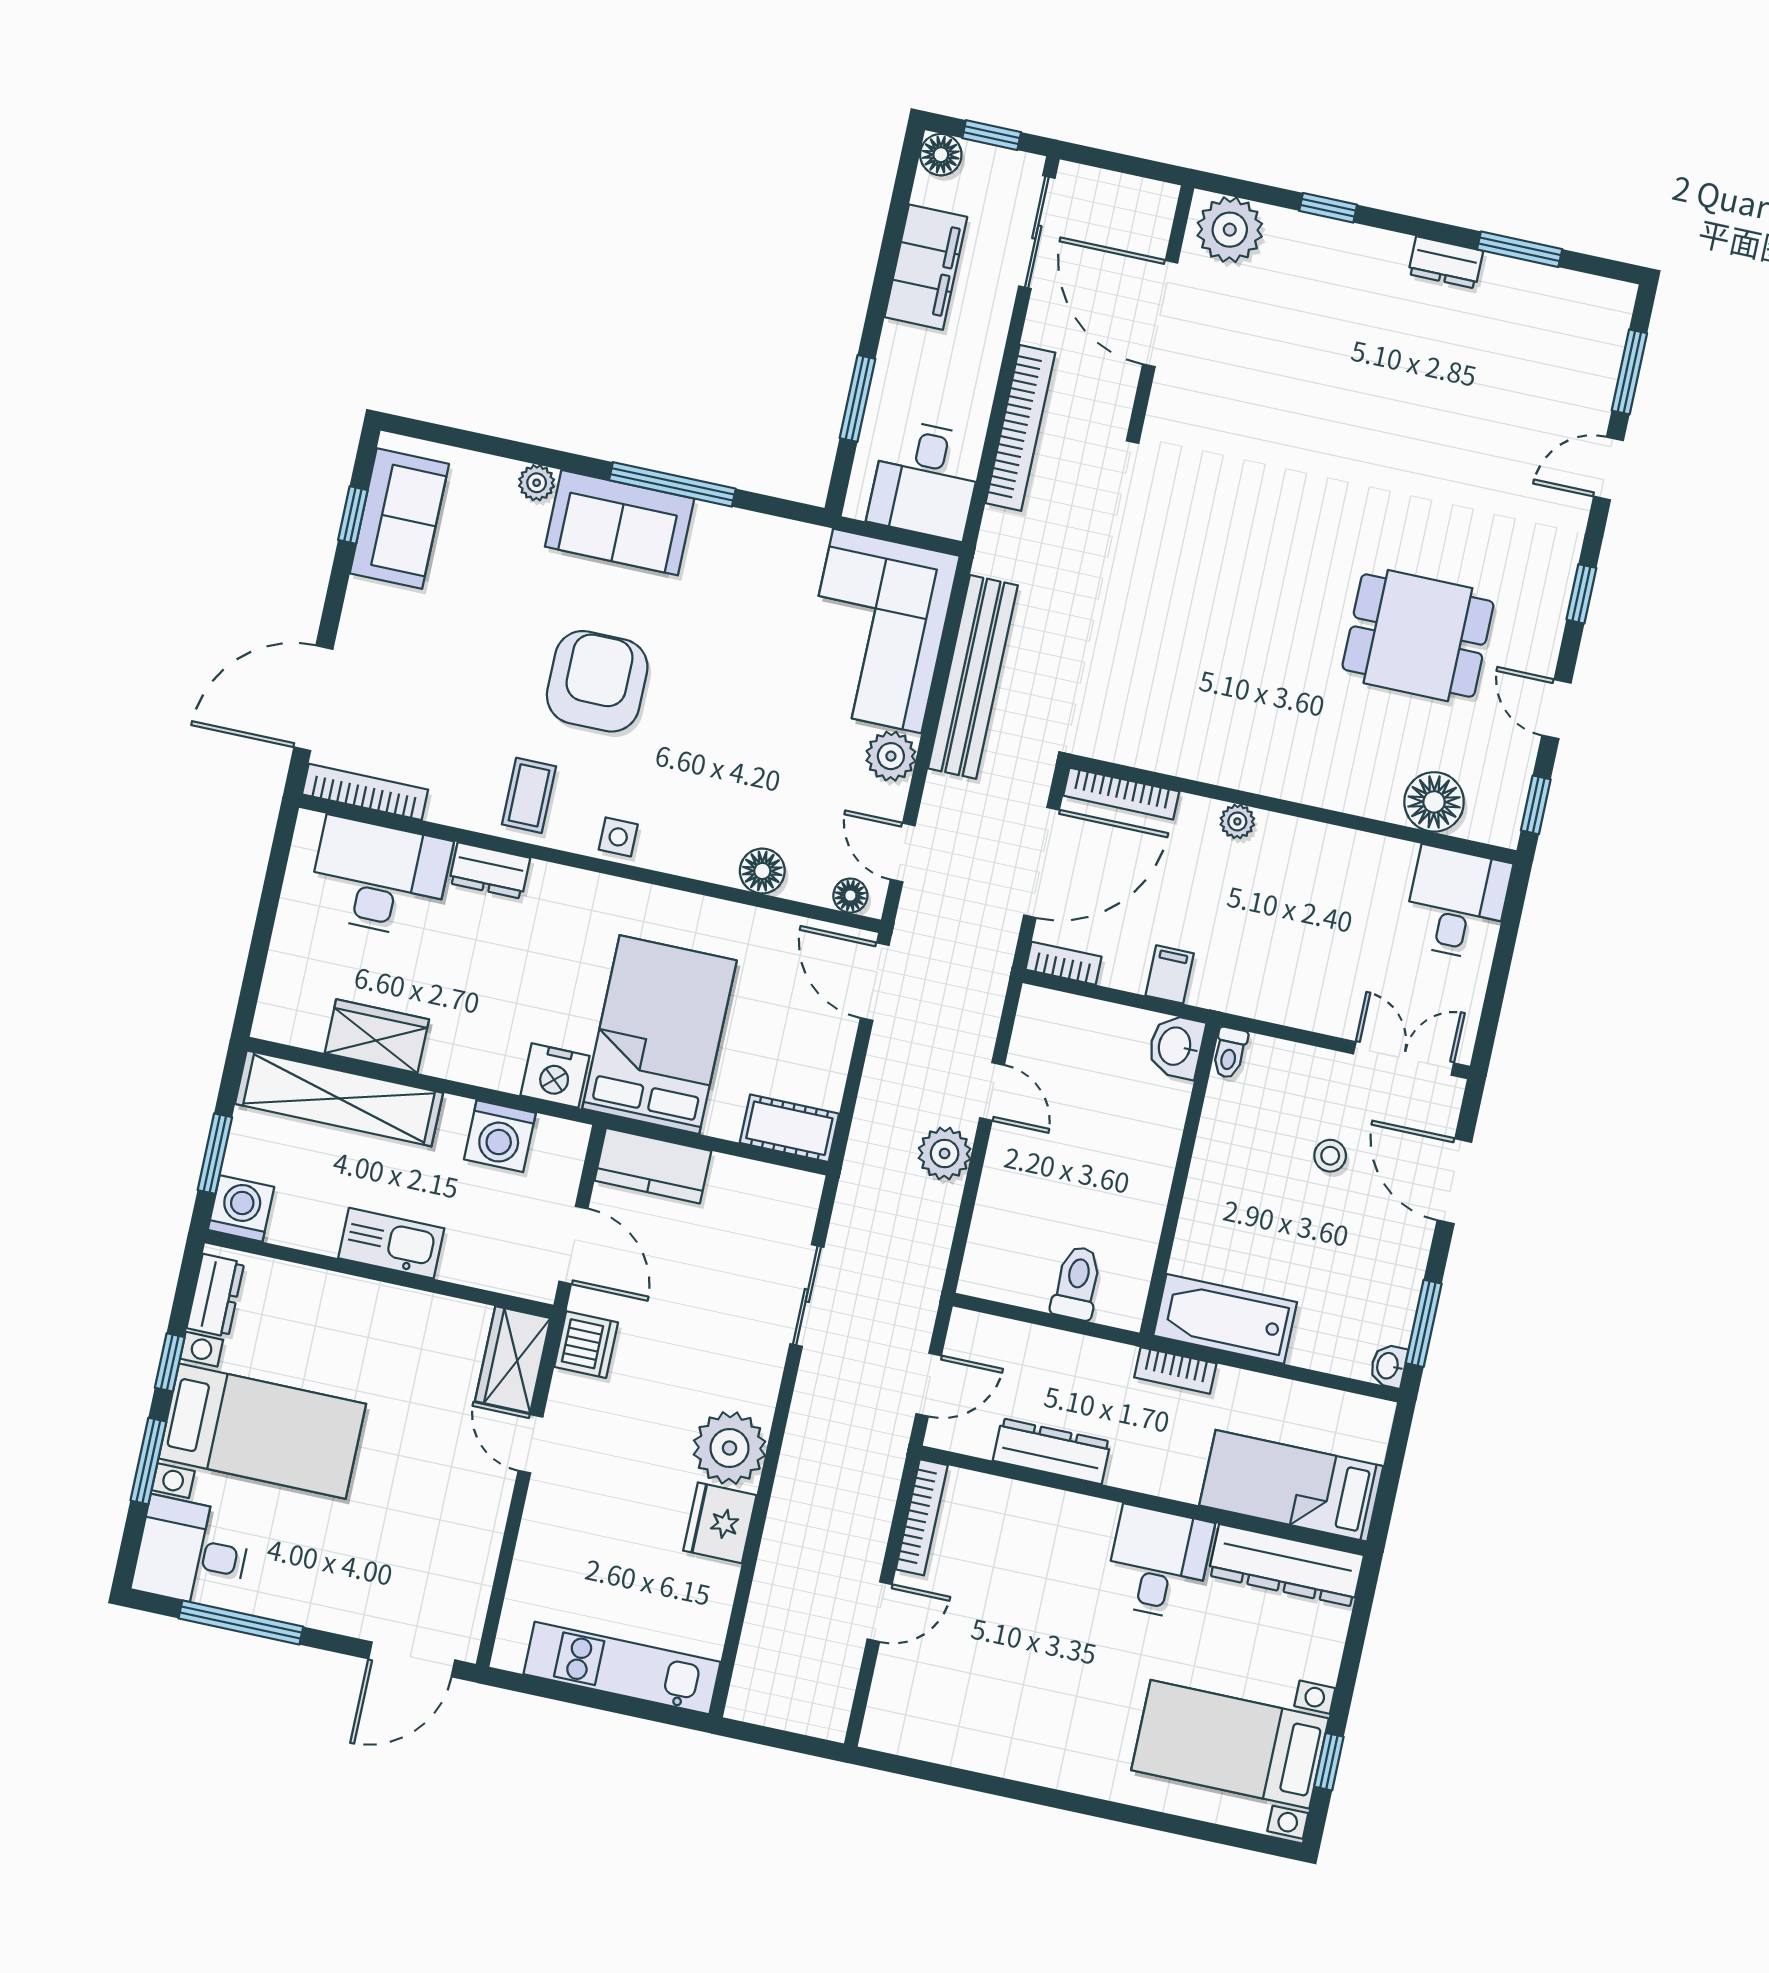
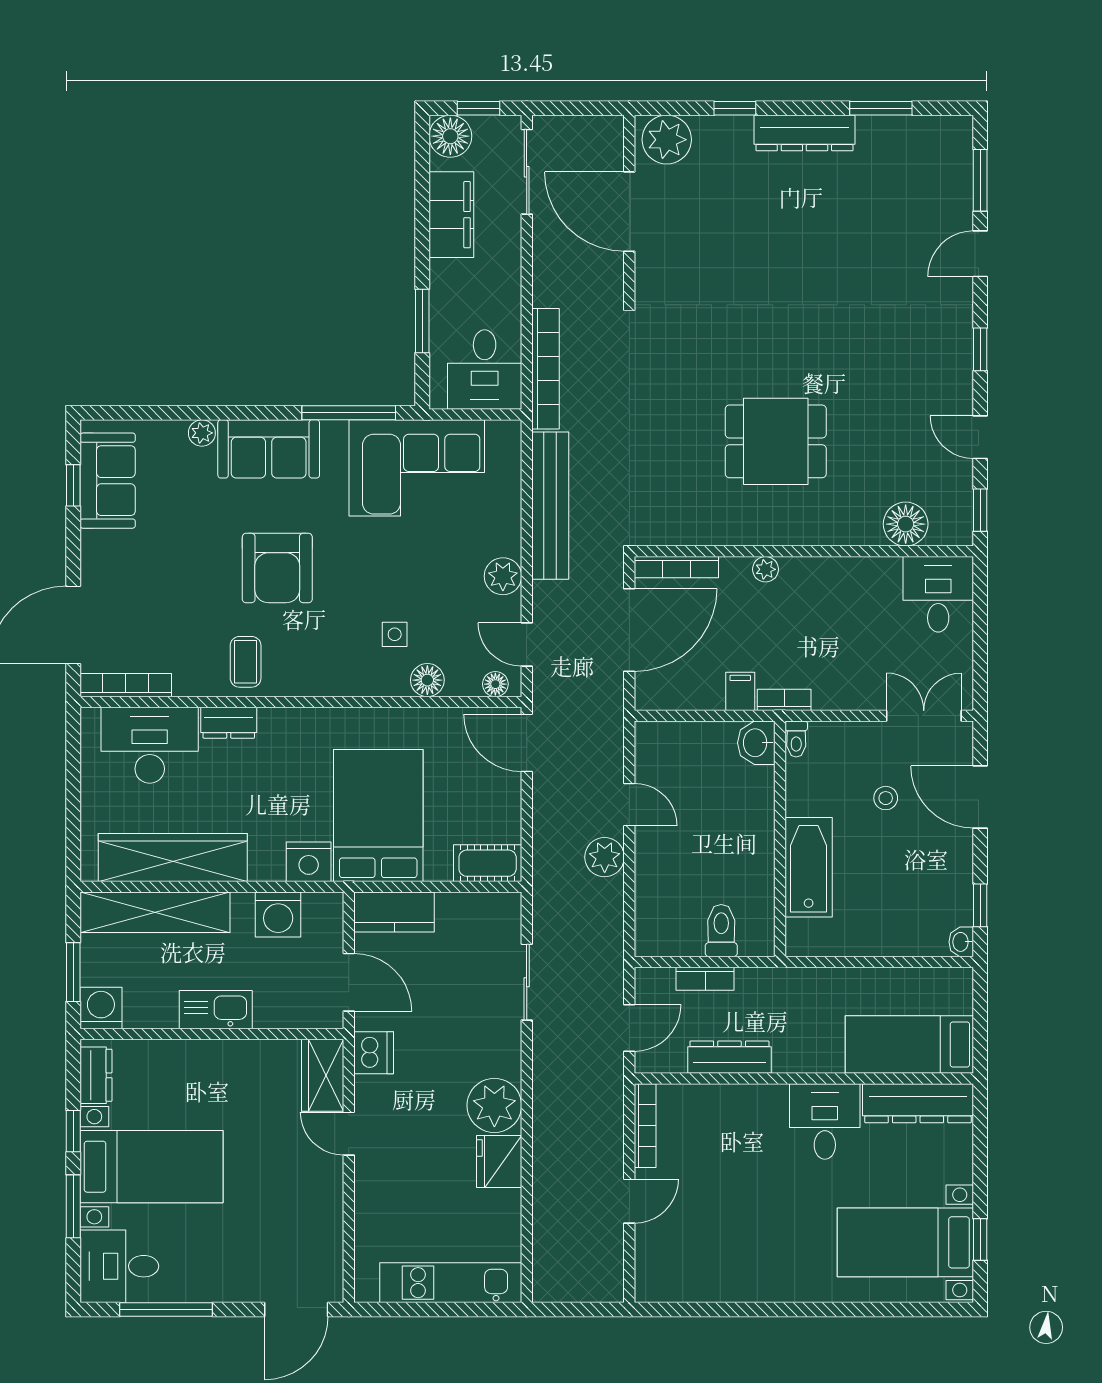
floor lamp: (941, 155) -> (450, 136), width x1.38, depth x1.38
dresser: (1446, 262) -> (804, 133), width x1.96, depth x1.24
bookcase: (1020, 428) -> (545, 369), moved
window: (672, 484) -> (349, 413), moved
corner sofa: (877, 631) -> (417, 468), moved, turned -90
dining table: (1418, 636) -> (776, 441), moved
armchair: (597, 681) -> (277, 568), turned 180
side table: (618, 837) -> (395, 634), moved
bookcase: (1064, 963) -> (784, 700), moved
wardrobe: (377, 1036) -> (173, 858), width x2.10, depth x1.17
bathtub: (1225, 1319) -> (809, 867), moved, turned 90
window: (1424, 1323) -> (980, 905), width x0.67
bookcase: (1175, 1370) -> (705, 979), moved

